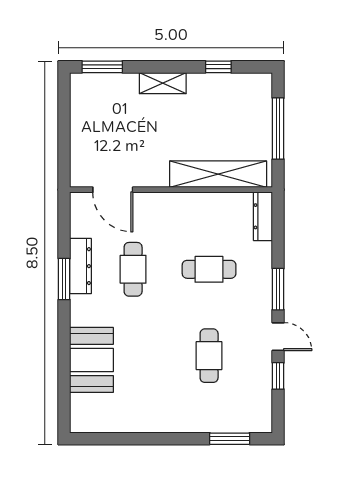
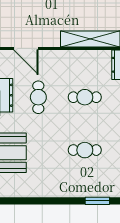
cafe table: (209, 356) -> (85, 150), turned 90

